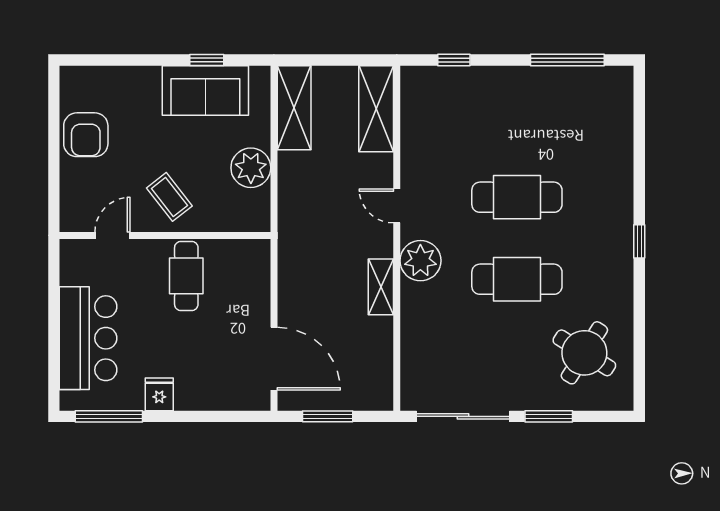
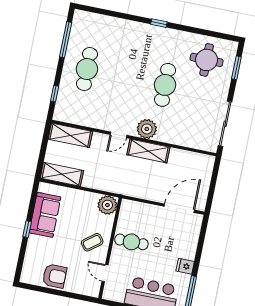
window: (207, 60) -> (27, 229), moved
plant: (251, 168) -> (107, 205), moved
cafe table: (517, 197) -> (87, 69), moved
shelving: (381, 287) -> (148, 151), width x1.50, depth x1.33
round table: (584, 353) -> (207, 60), turned -32
window: (328, 416) -> (212, 188), removed
window: (549, 416) -> (236, 68), moved

